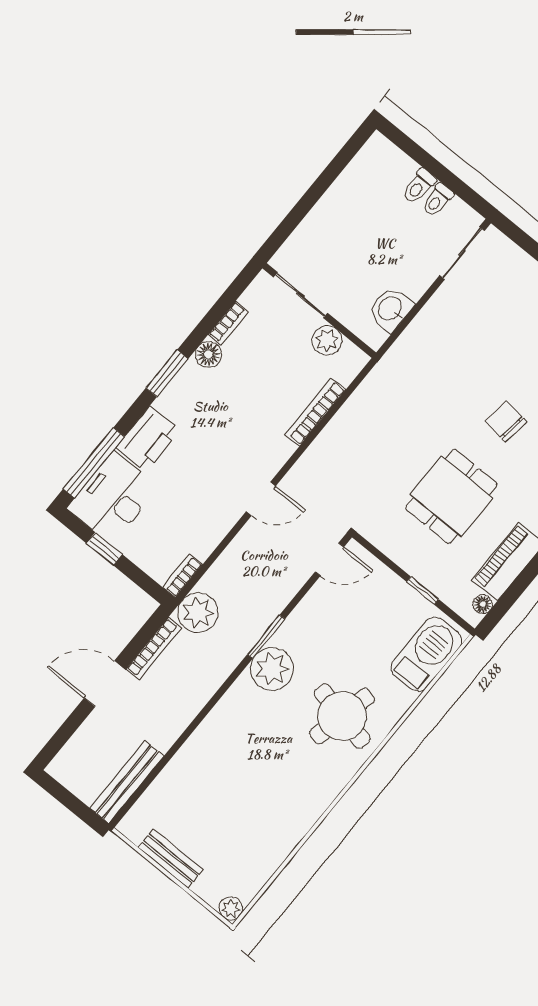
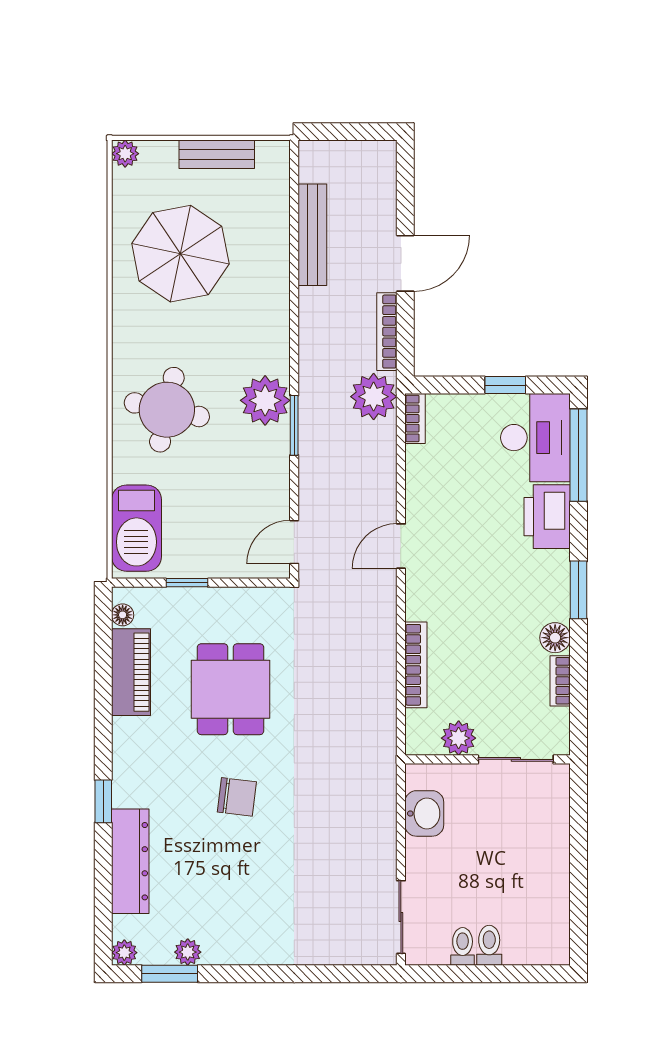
bench: (127, 782) -> (312, 235), moved
parasol: (248, 812) -> (180, 254), added

